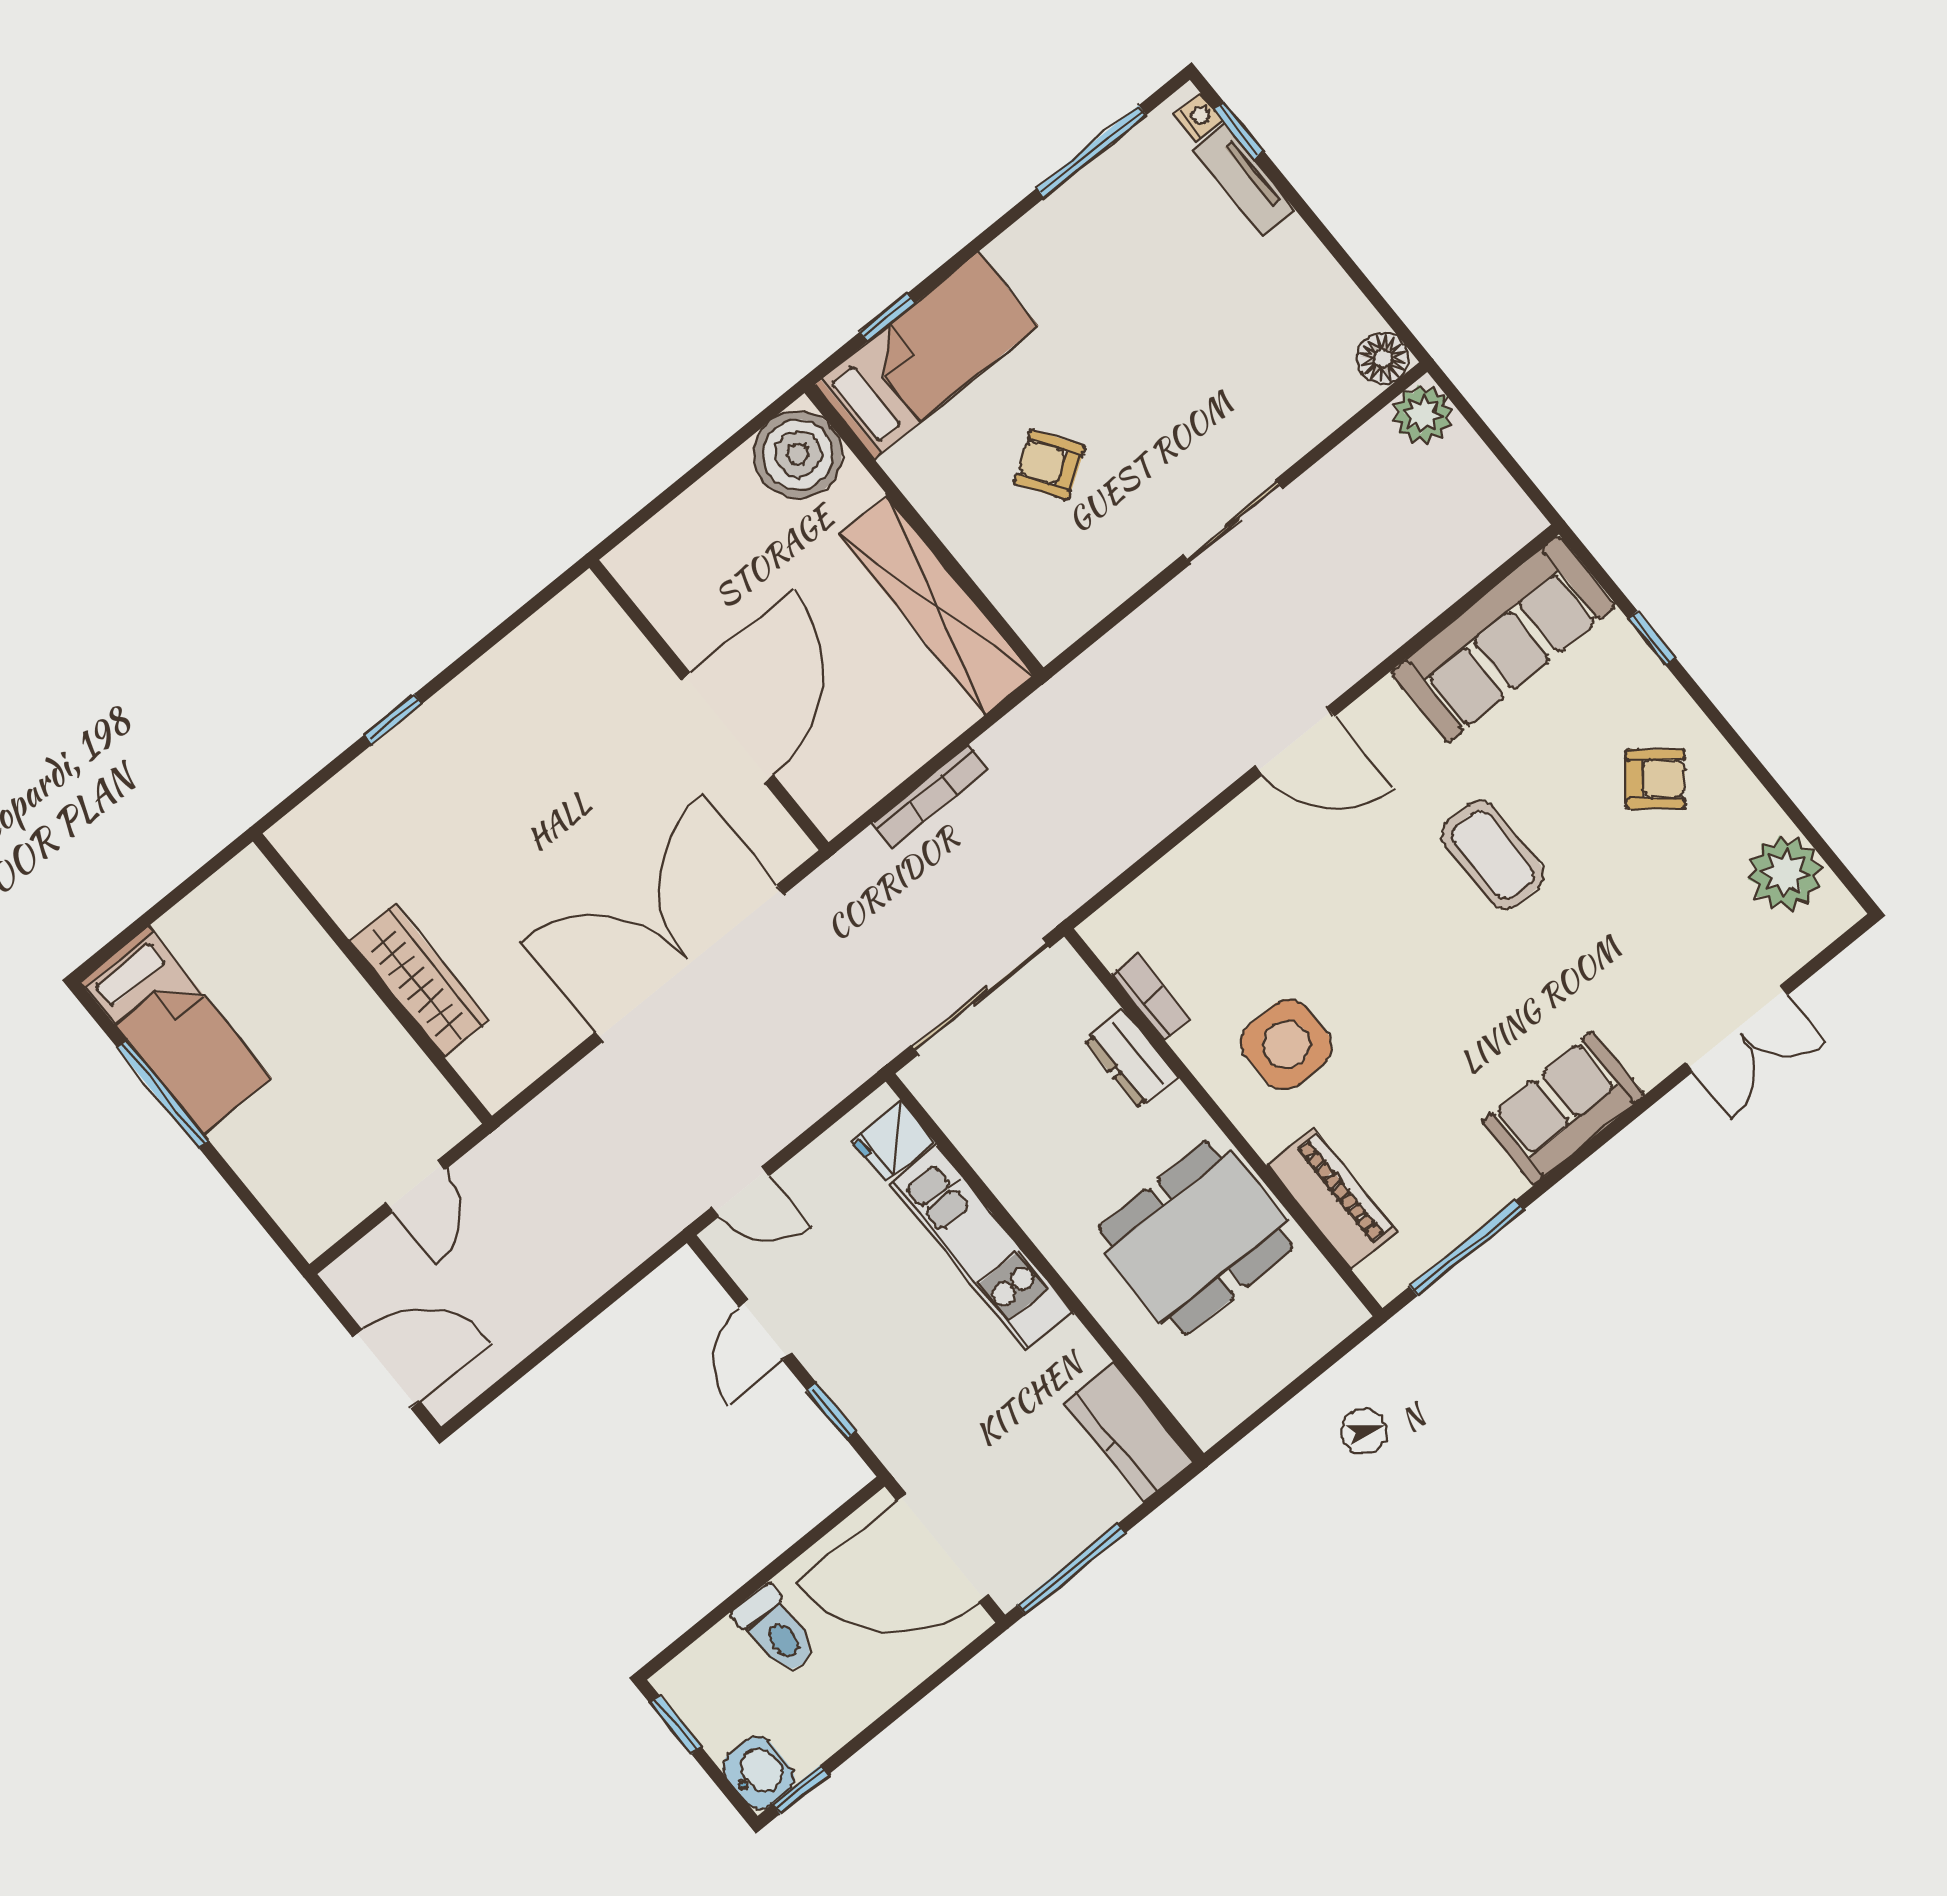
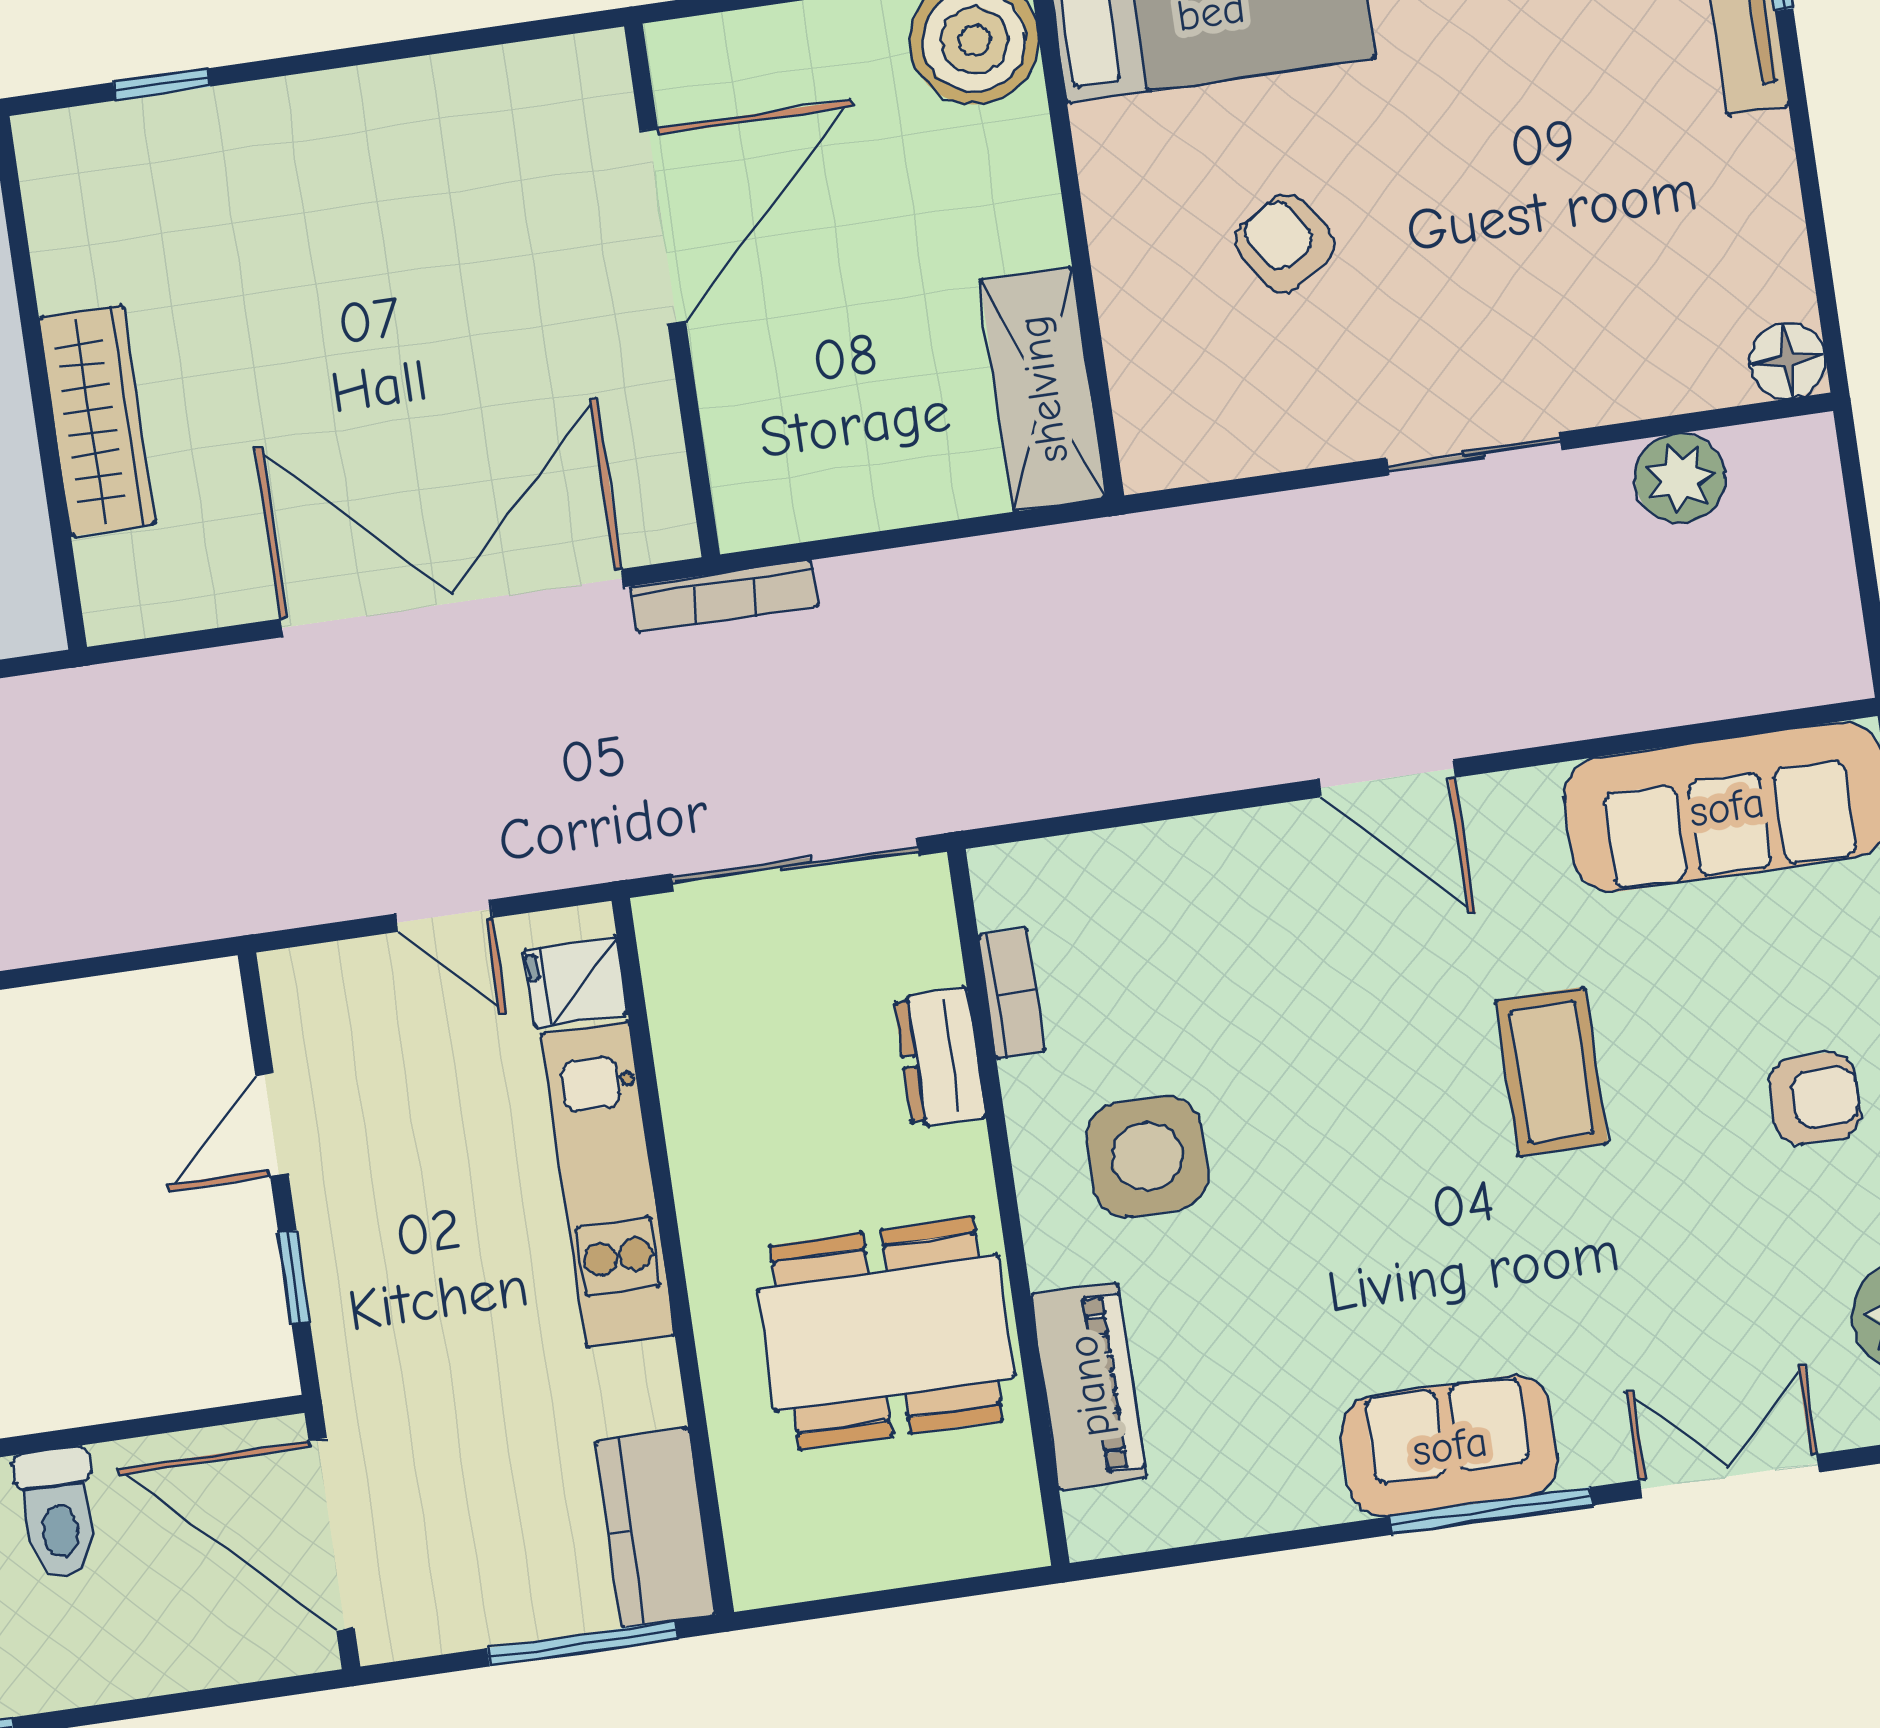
plant: (1423, 415) -> (1680, 478), moved
shelving: (936, 605) -> (1043, 389), width x0.68
window: (393, 719) -> (162, 84), moved
door: (727, 728) -> (663, 226), moved
armchair: (1655, 779) -> (1815, 1099), turned -38
bookcase: (930, 796) -> (724, 596), moved
double door: (1737, 1028) -> (1730, 1476), swing flipped
door: (740, 1191) -> (444, 916), moved
window: (1467, 1248) -> (1491, 1511), moved
window: (1071, 1569) -> (583, 1643), moved

